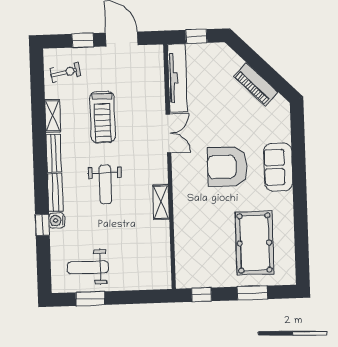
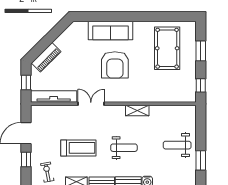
piano: (256, 84) -> (46, 57), moved
sofa: (278, 167) -> (110, 30), width x1.36
pool table: (254, 243) -> (167, 48), turned 90
weight bench: (88, 267) -> (177, 145), moved, turned 90

